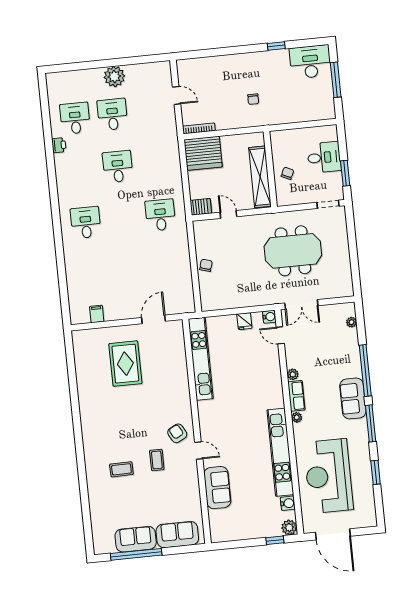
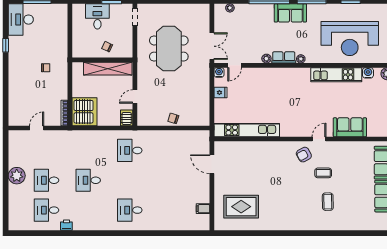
rug: (125, 364) -> (241, 207), moved
kitchen unit: (280, 452) -> (336, 75), width x0.73

